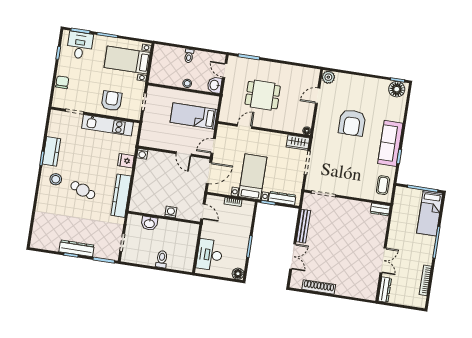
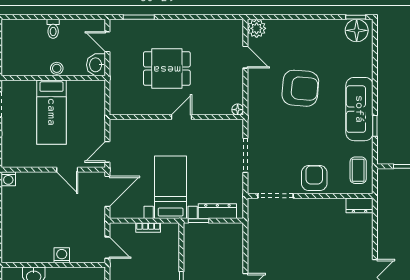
door: (318, 96) -> (245, 57), swing flipped
bed: (194, 116) -> (51, 112), moved, turned -90
armchair: (352, 123) -> (300, 88), turned -85
door: (244, 126) -> (181, 117), moved
wardrobe: (298, 143) -> (228, 128), removed
armchair: (352, 186) -> (314, 178), added
bench: (303, 226) -> (254, 246), removed

